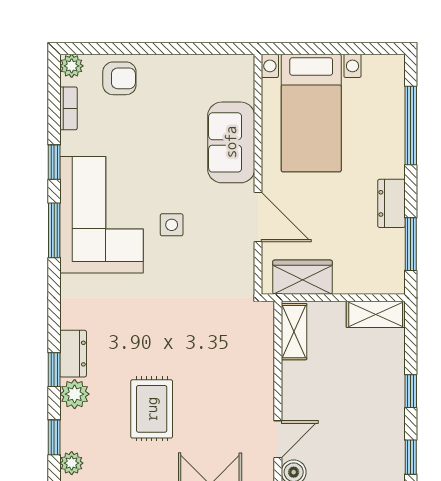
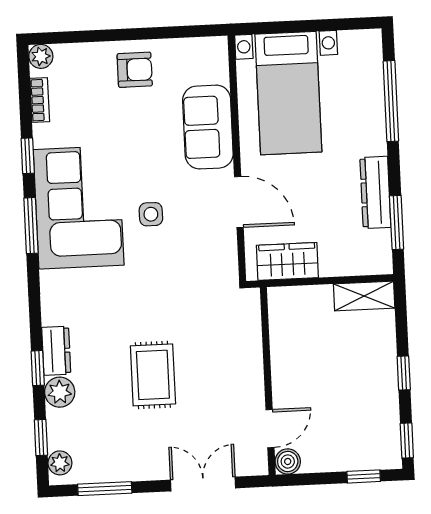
armchair: (119, 78) -> (135, 70), moved
dresser: (391, 203) -> (375, 192), width x1.44
shelving: (294, 332) -> (281, 318), removed
rug: (152, 409) -> (153, 375), moved

